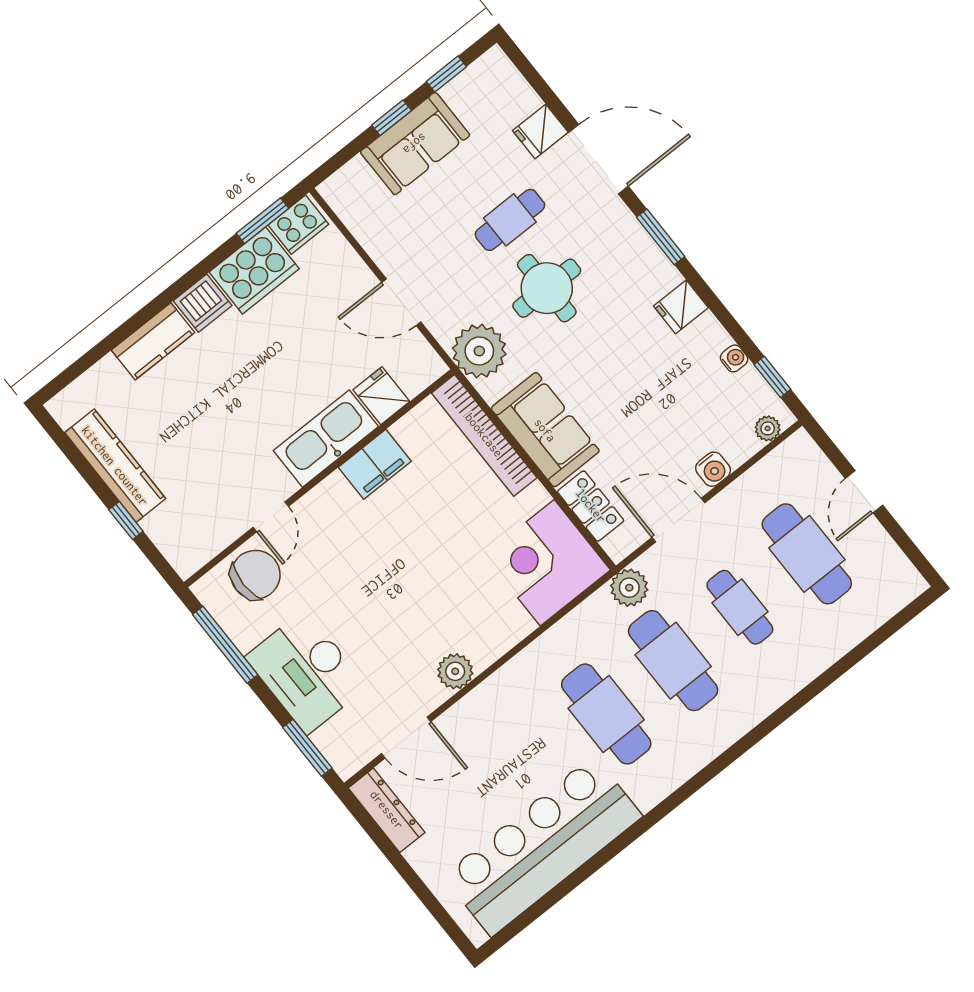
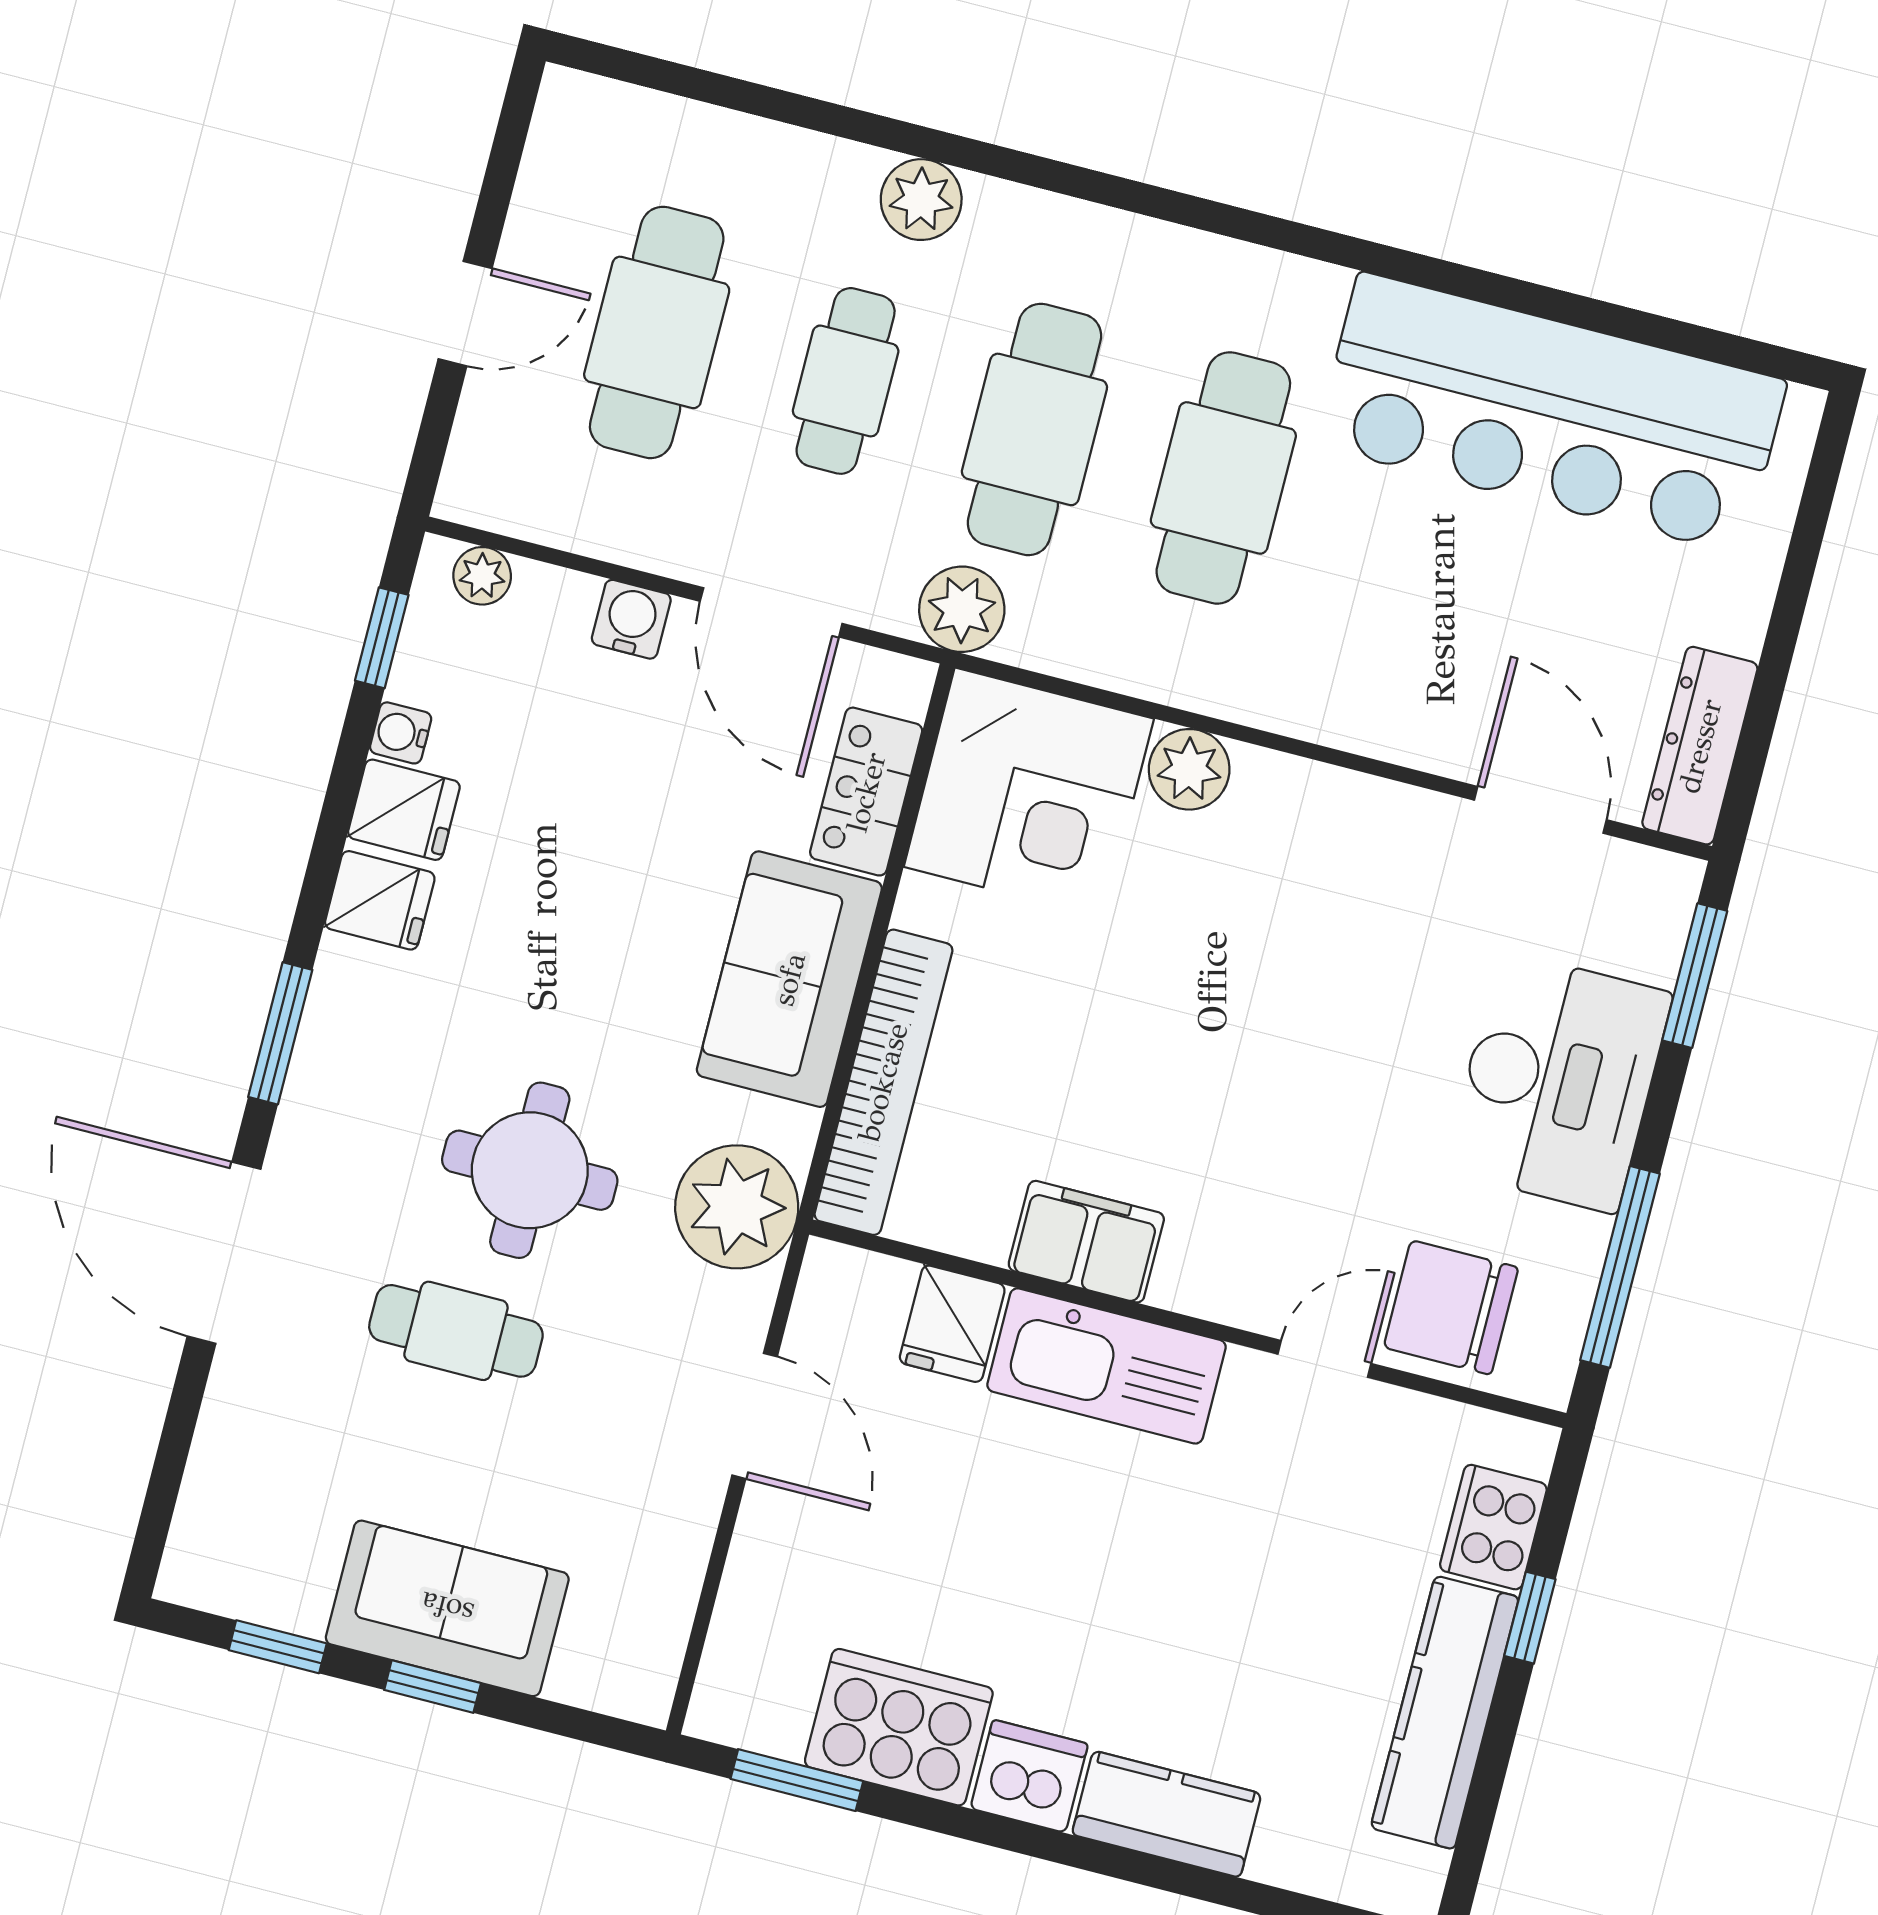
fridge: (540, 131) -> (404, 810), moved
cooker: (298, 225) -> (1493, 1527), moved, turned -90
plant: (455, 671) -> (1189, 769), moved
plant: (784, 682) -> (921, 200), added

